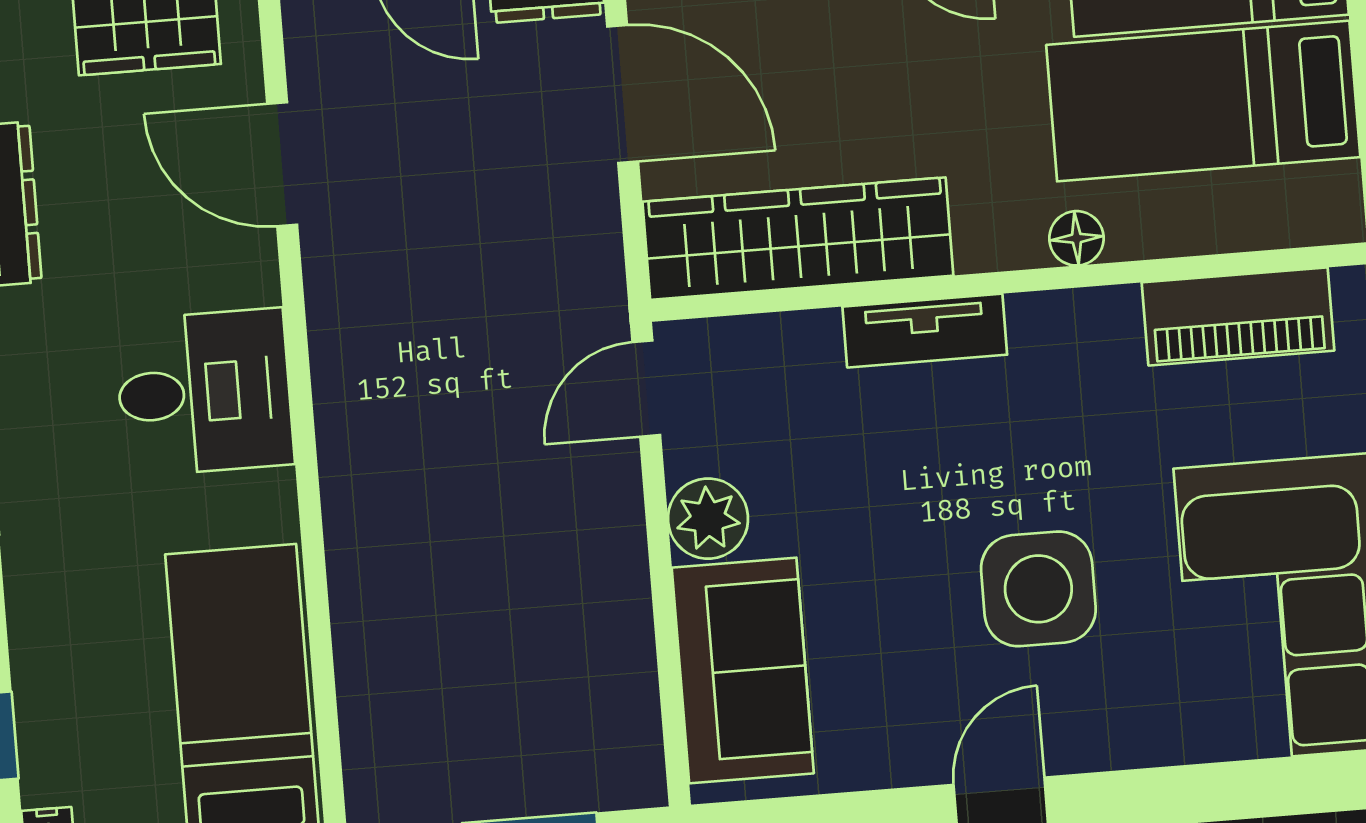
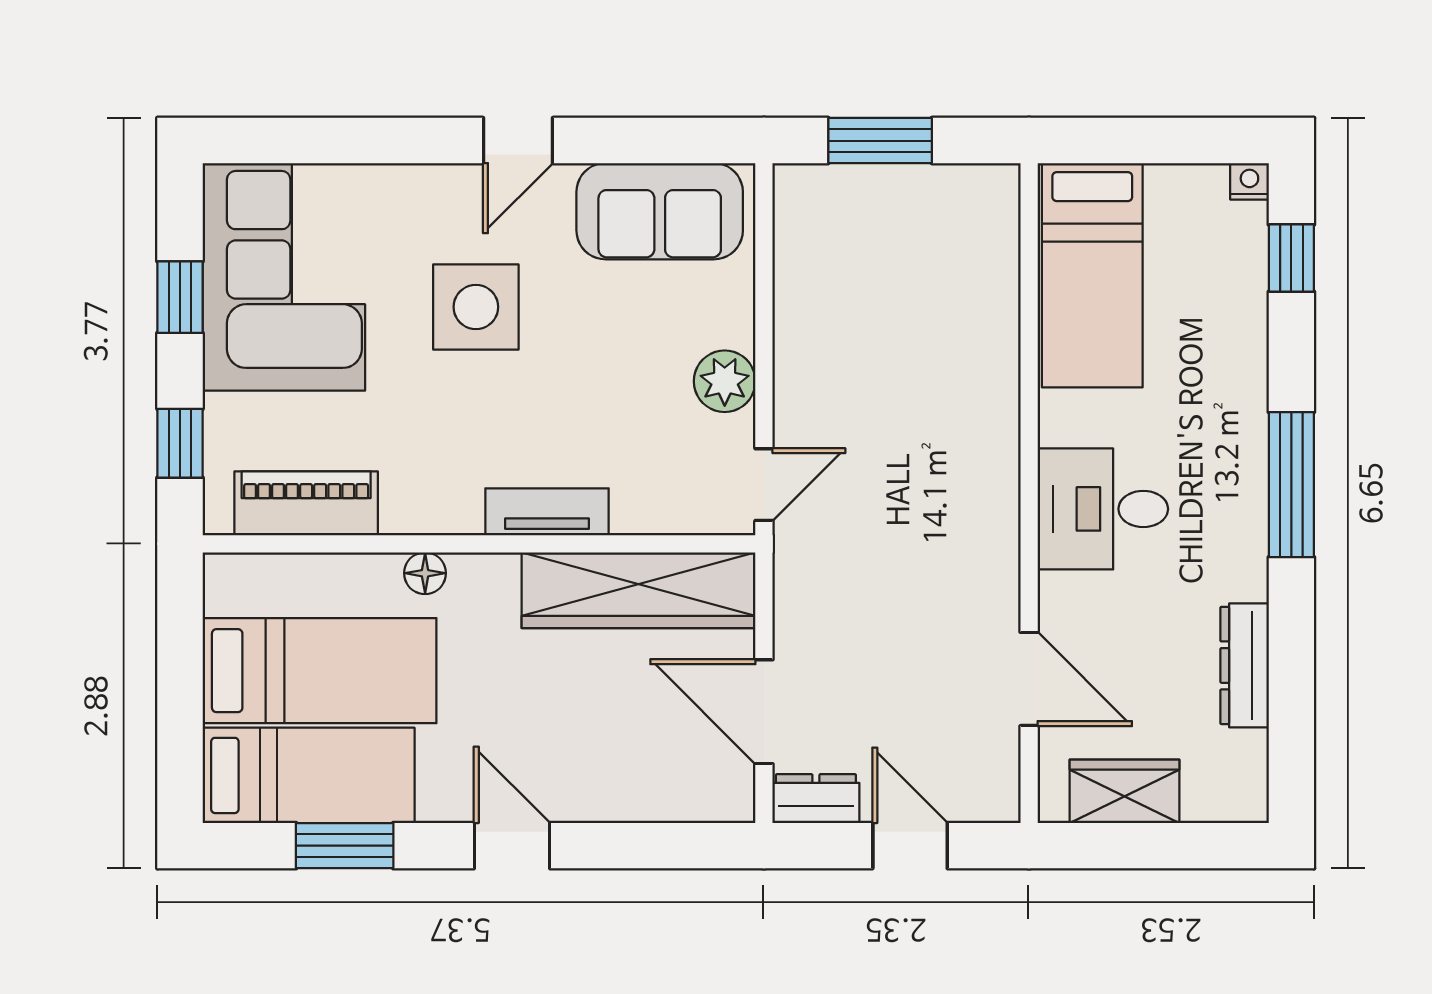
sofa: (743, 670) -> (660, 211), moved, turned -90

